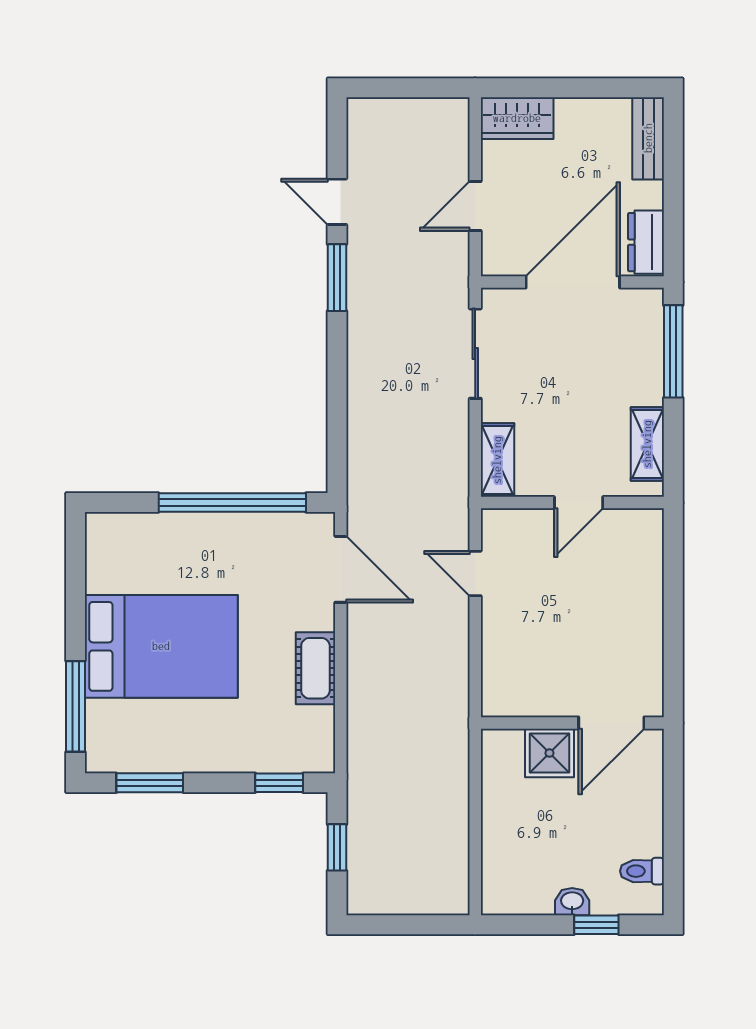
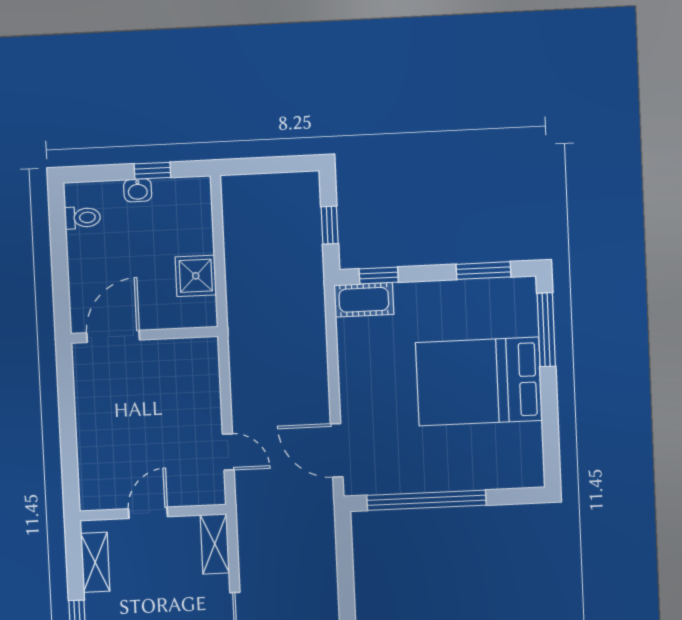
cot: (315, 668) -> (364, 300), moved, turned 90
shower: (549, 753) -> (196, 276), moved
window: (596, 925) -> (152, 171), moved

